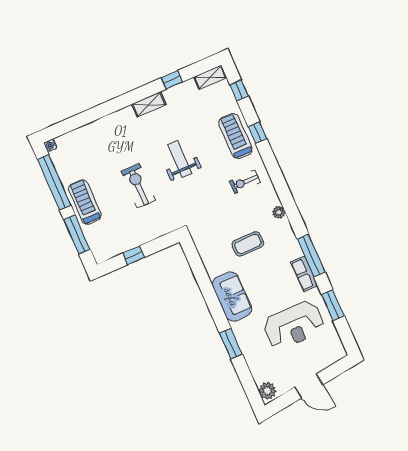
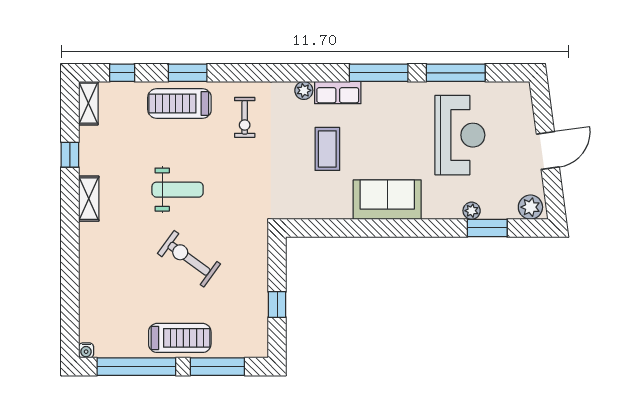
window: (258, 133) -> (188, 73), width x1.50
weight bench: (180, 159) -> (178, 190), turned 180
exercise bike: (138, 186) -> (189, 259), turned 36
treadmill: (85, 202) -> (180, 338), turned 180
row of seats: (304, 274) -> (338, 93), moved
window: (333, 305) -> (456, 73), width x1.44
window: (231, 344) -> (487, 228), moved
plant: (249, 354) -> (472, 211), added

